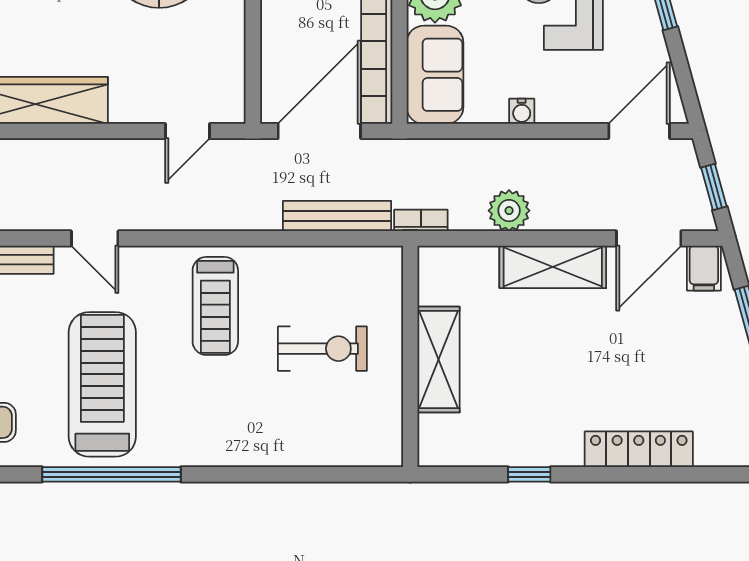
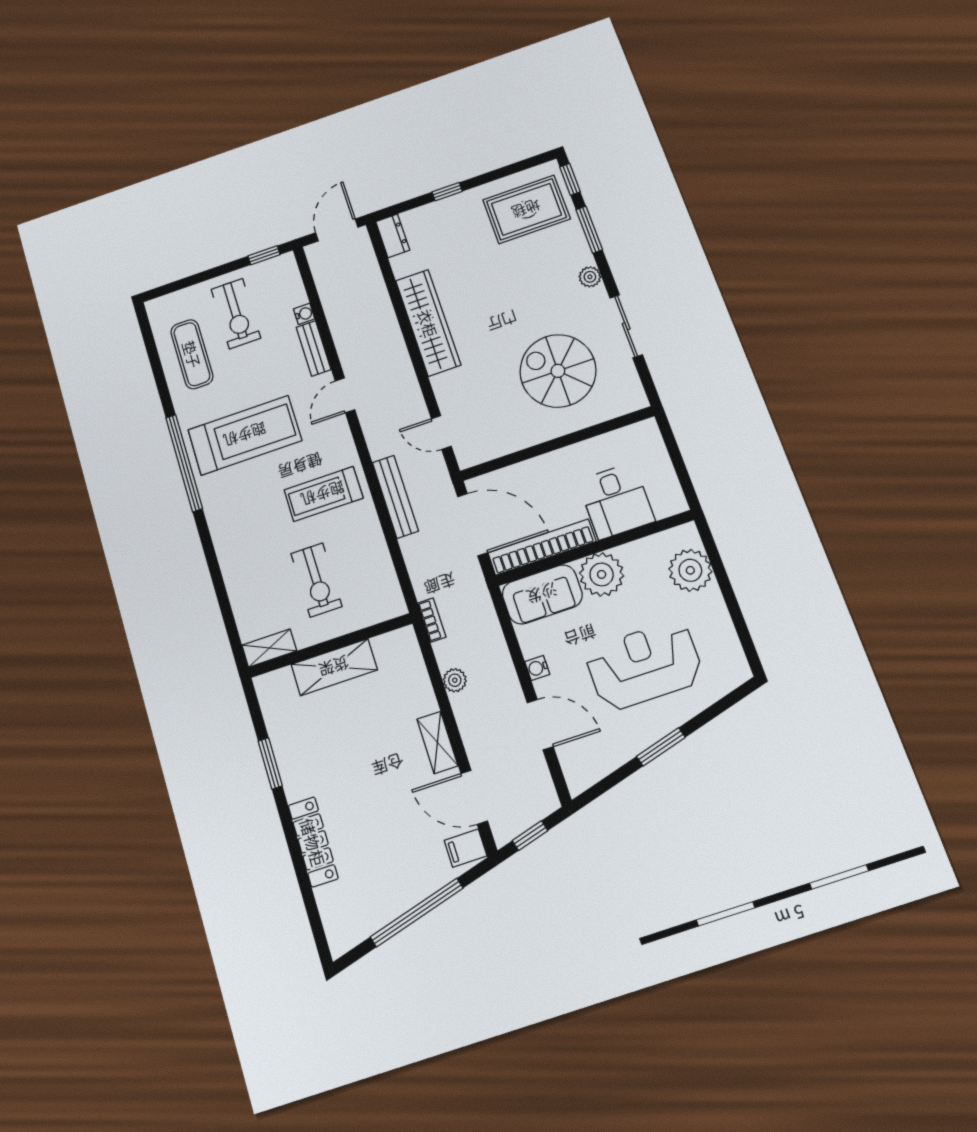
door: (639, 131) -> (540, 725), moved
plant: (509, 211) -> (455, 680), width x0.73, depth x0.73
bench: (337, 216) -> (395, 497), moved
shelving: (553, 267) -> (437, 742), width x0.67, depth x0.75
shelving: (388, 434) -> (269, 648), added
window: (529, 474) -> (270, 763), width x1.50

